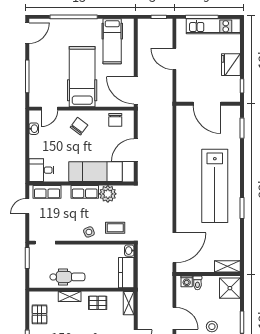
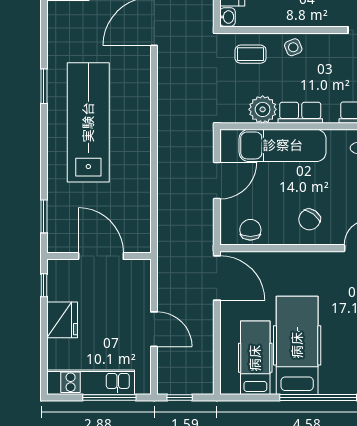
hospital bed: (82, 77) -> (297, 345), moved, turned 180

